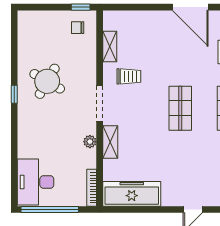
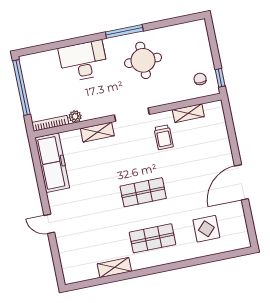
round table: (47, 81) -> (143, 60), turned -30
window: (14, 94) -> (124, 31), width x2.17
plant: (90, 142) -> (75, 117), moved
desk: (36, 182) -> (83, 61), moved

